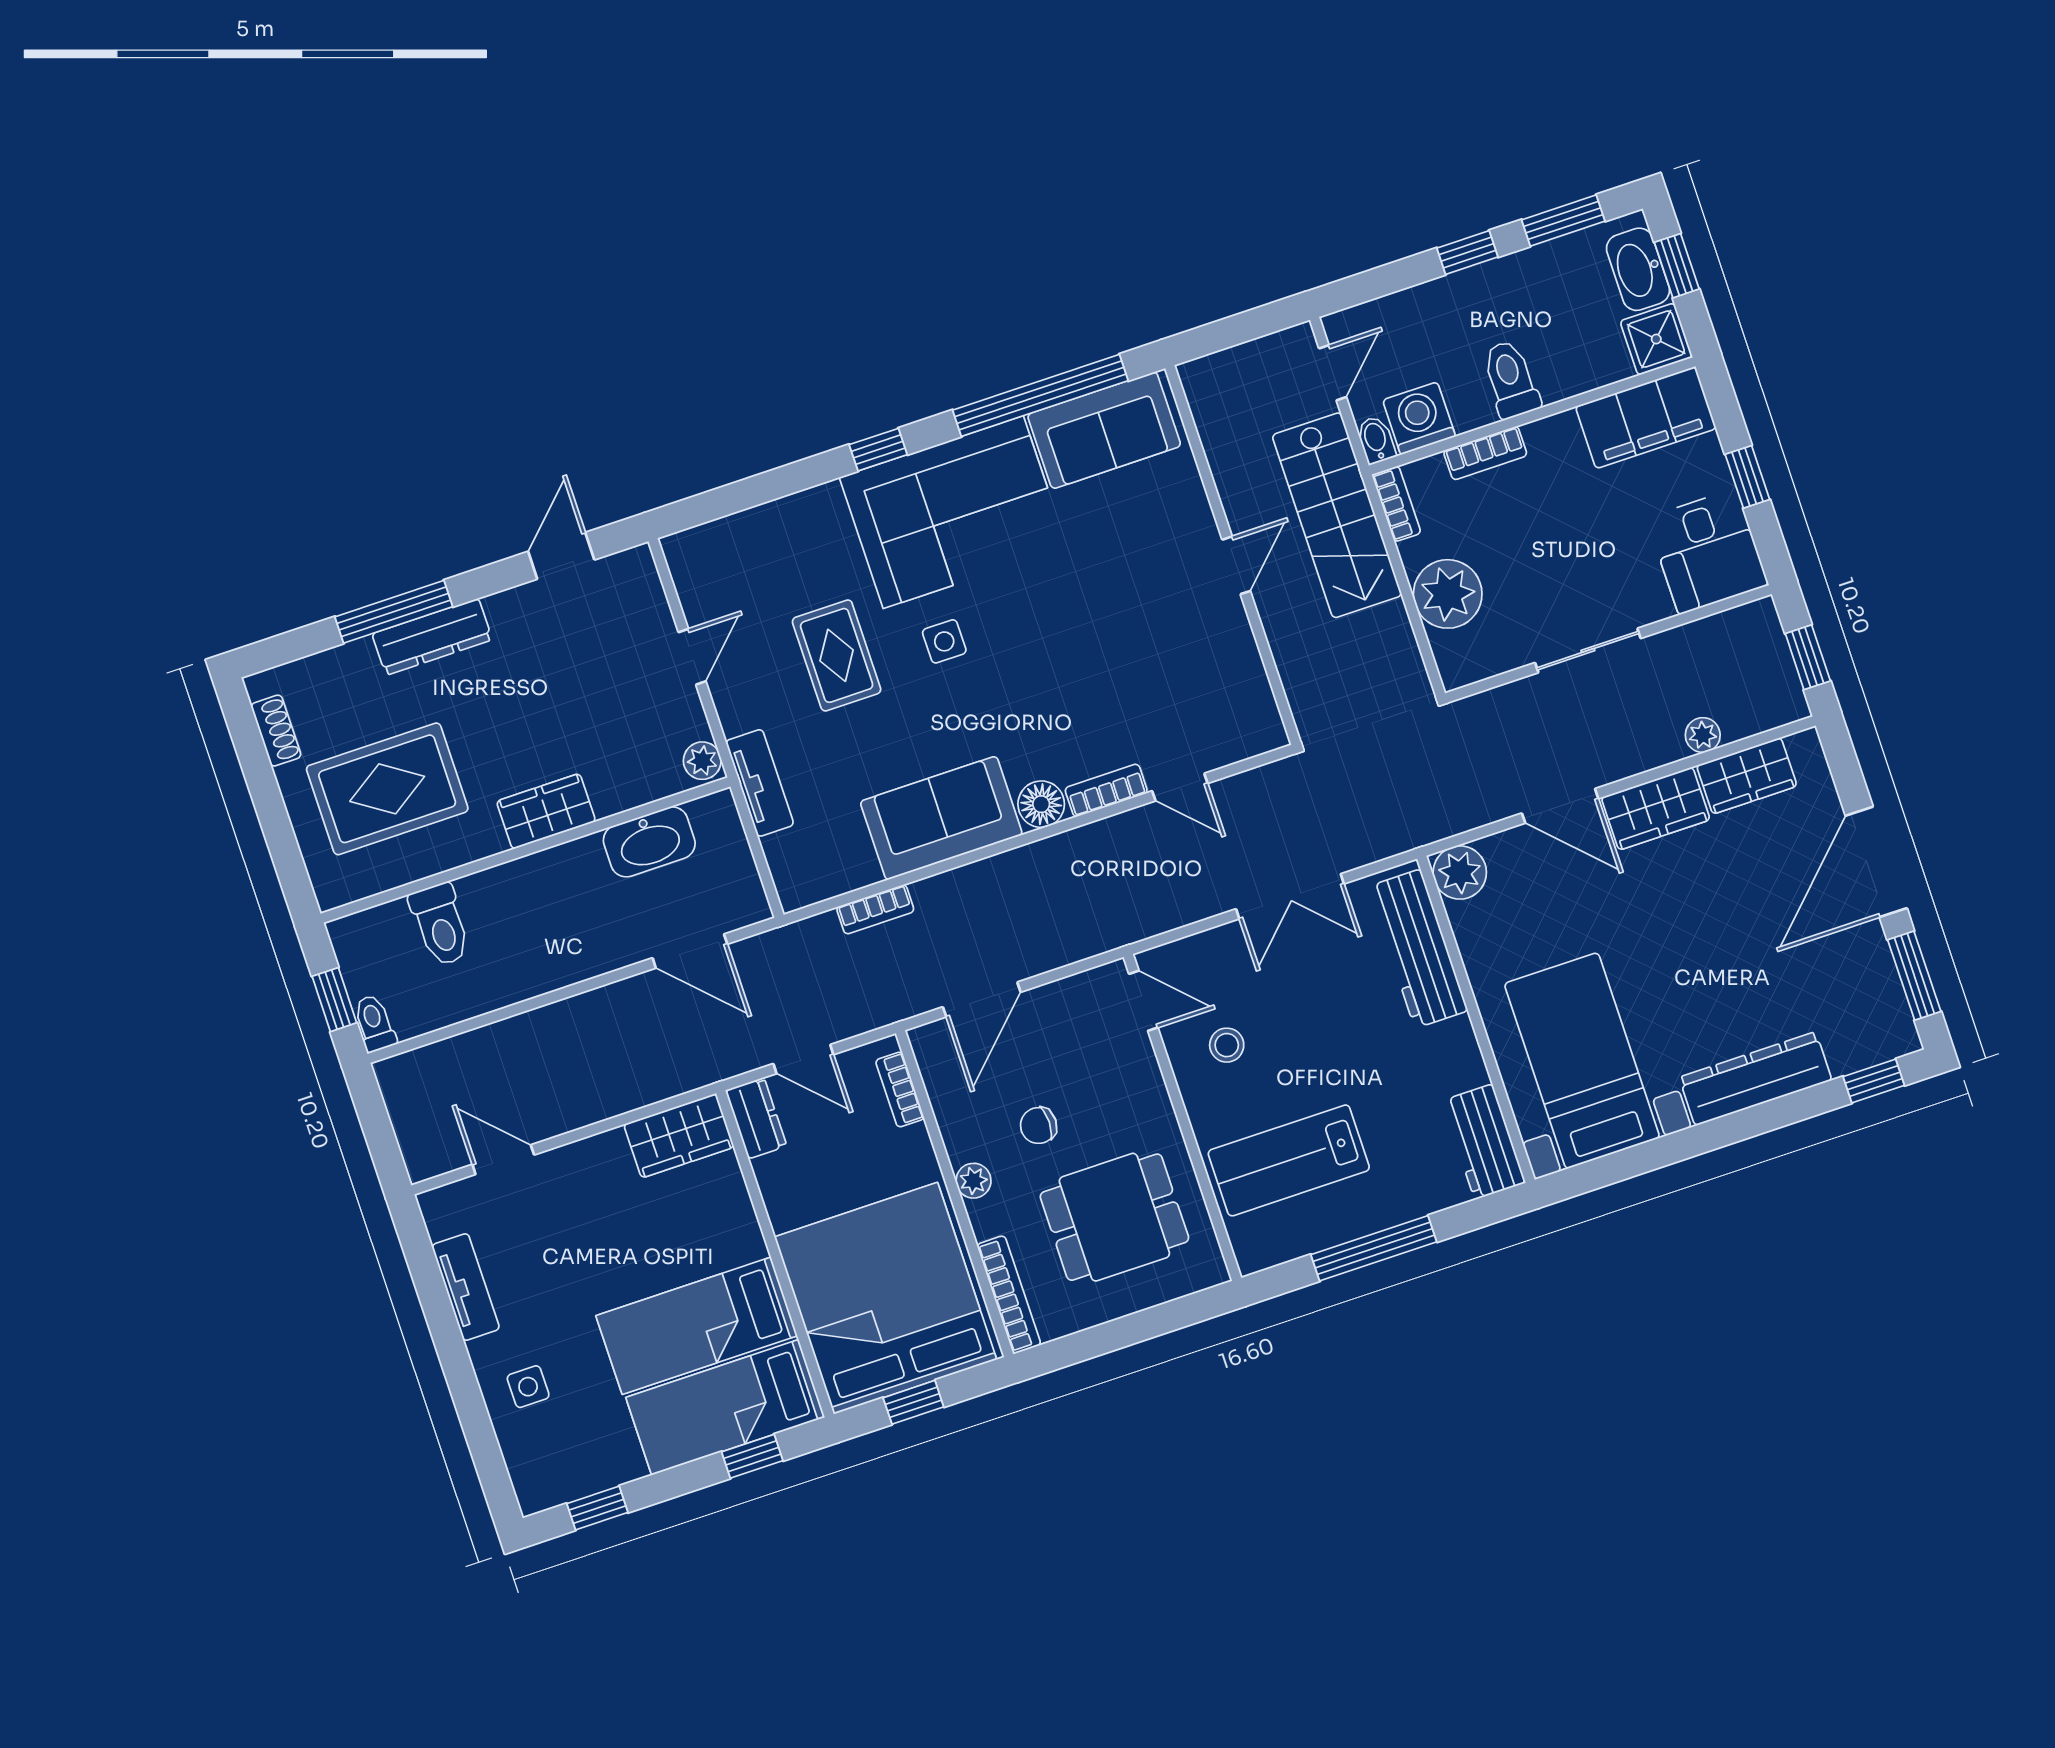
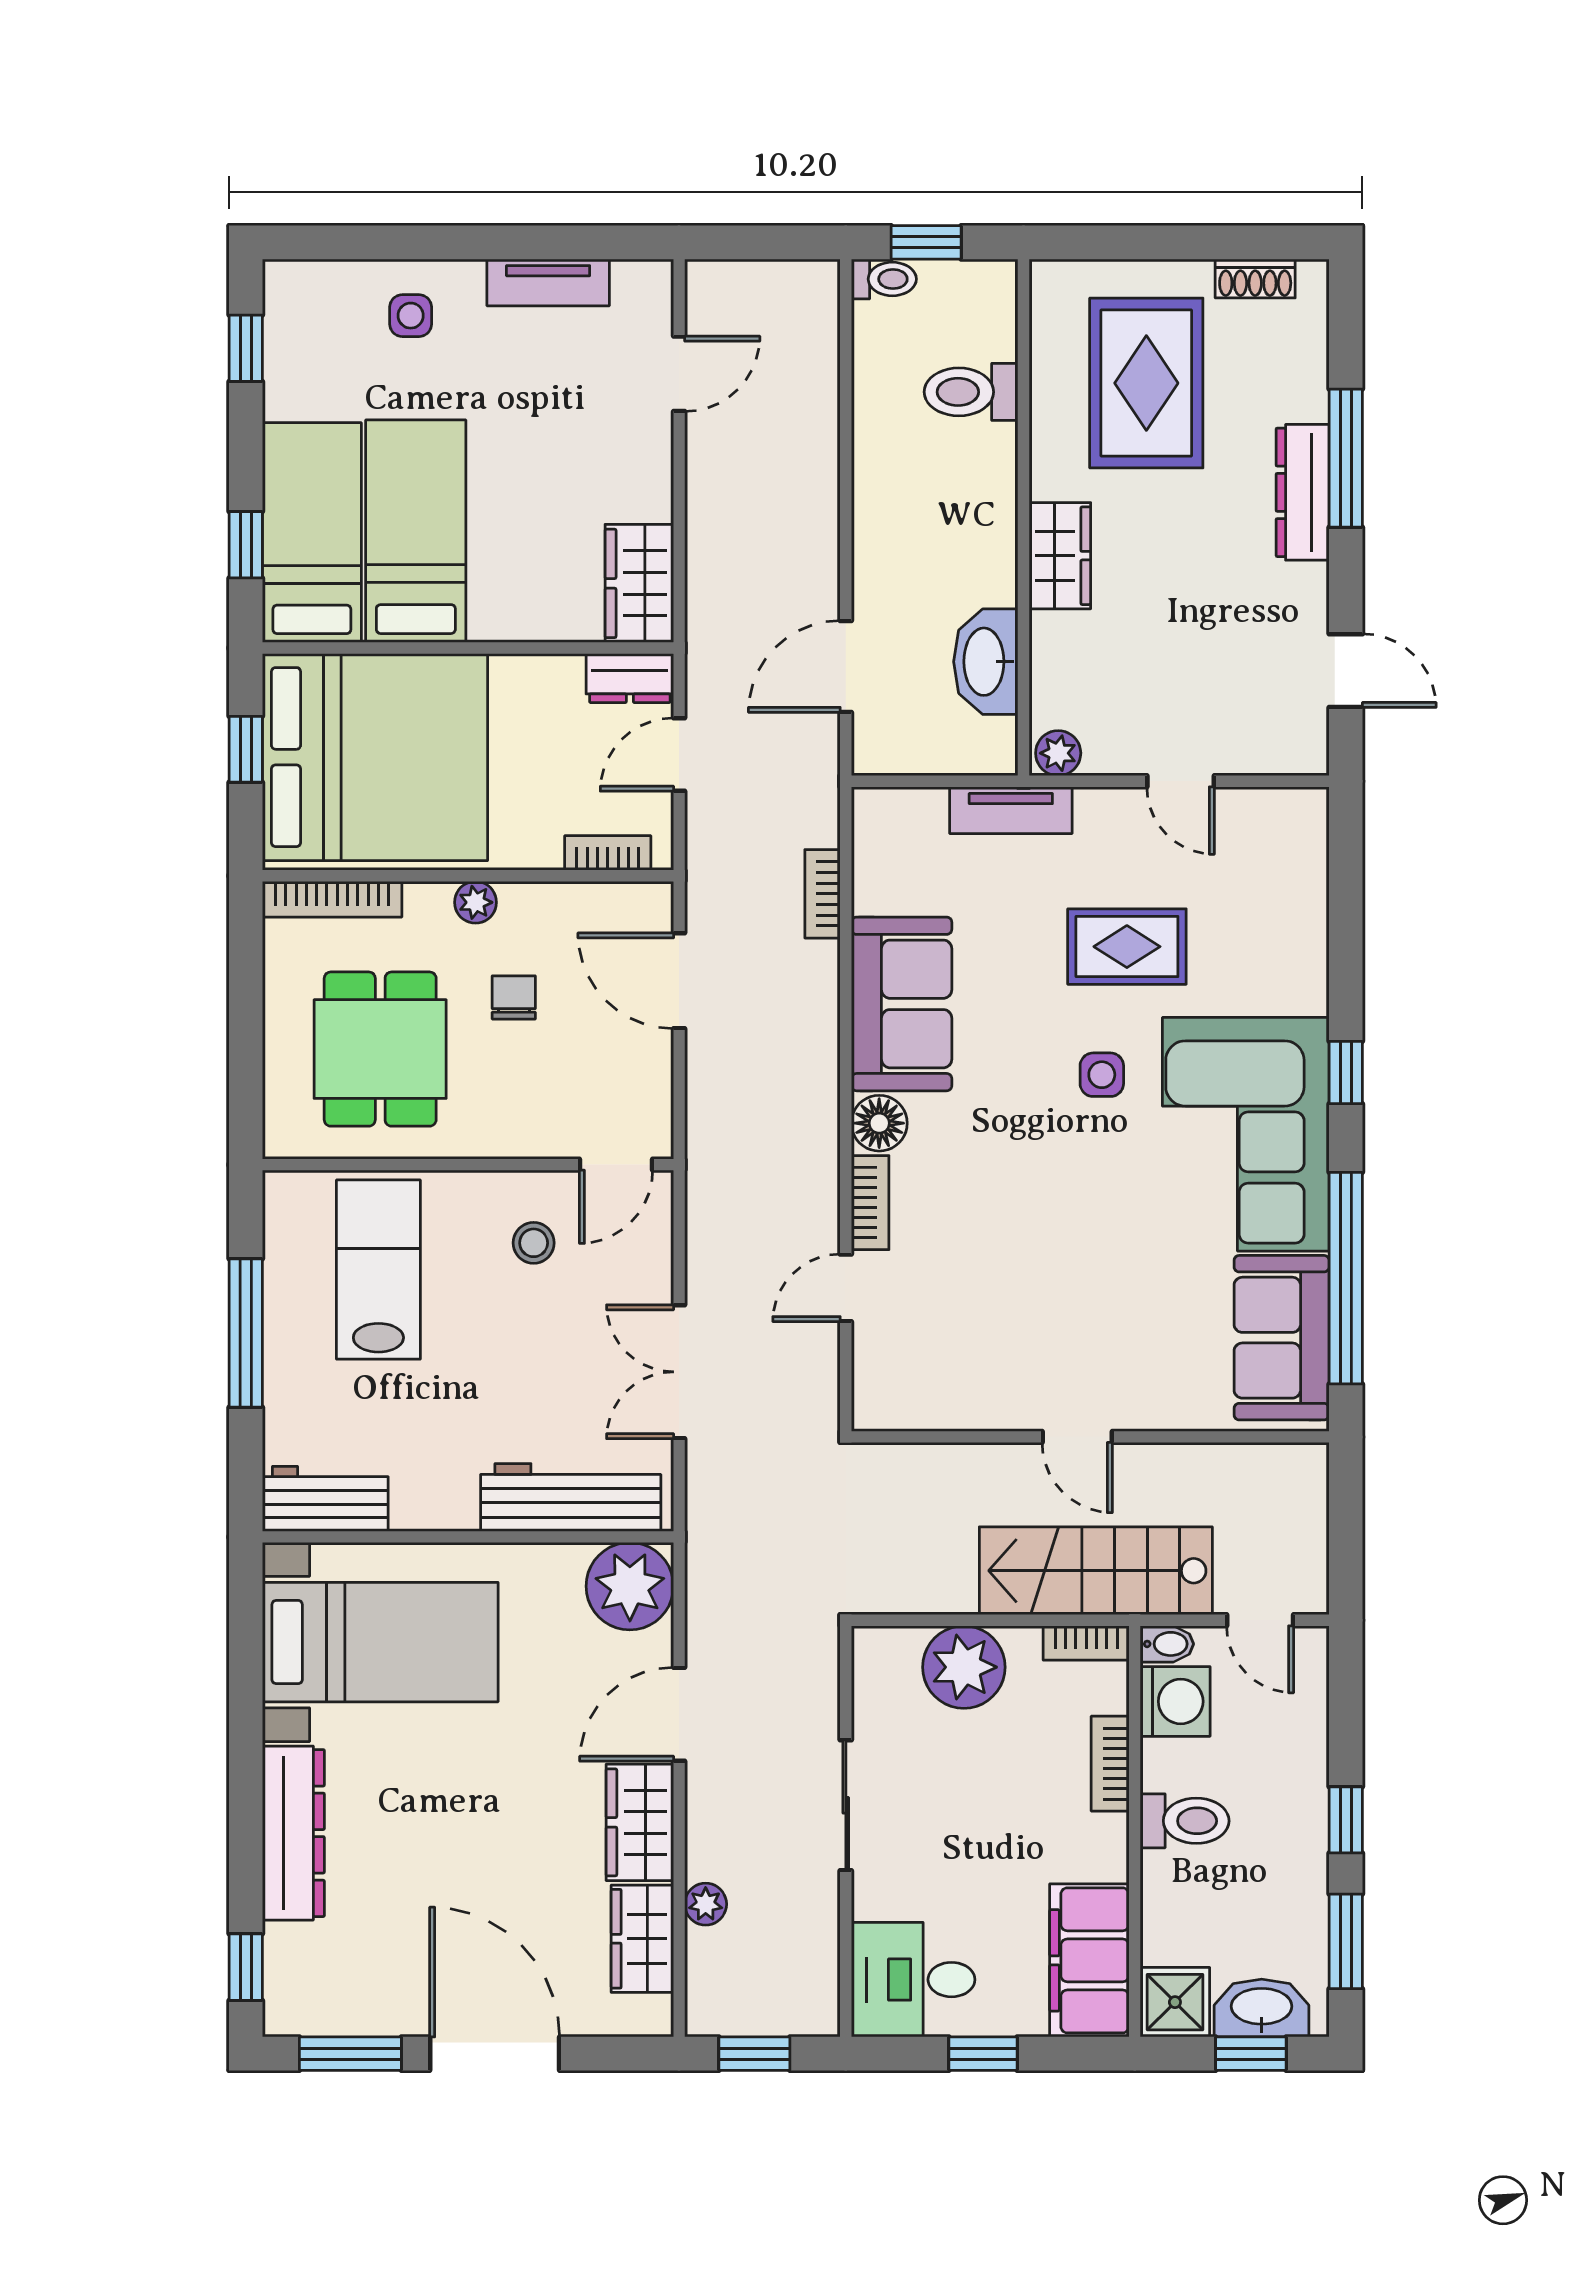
plant: (1460, 873) -> (630, 1586), width x1.36, depth x1.36

